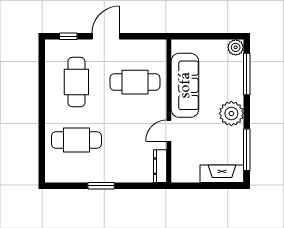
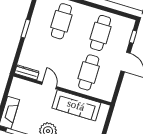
cafe table: (76, 82) -> (101, 33), turned 90

